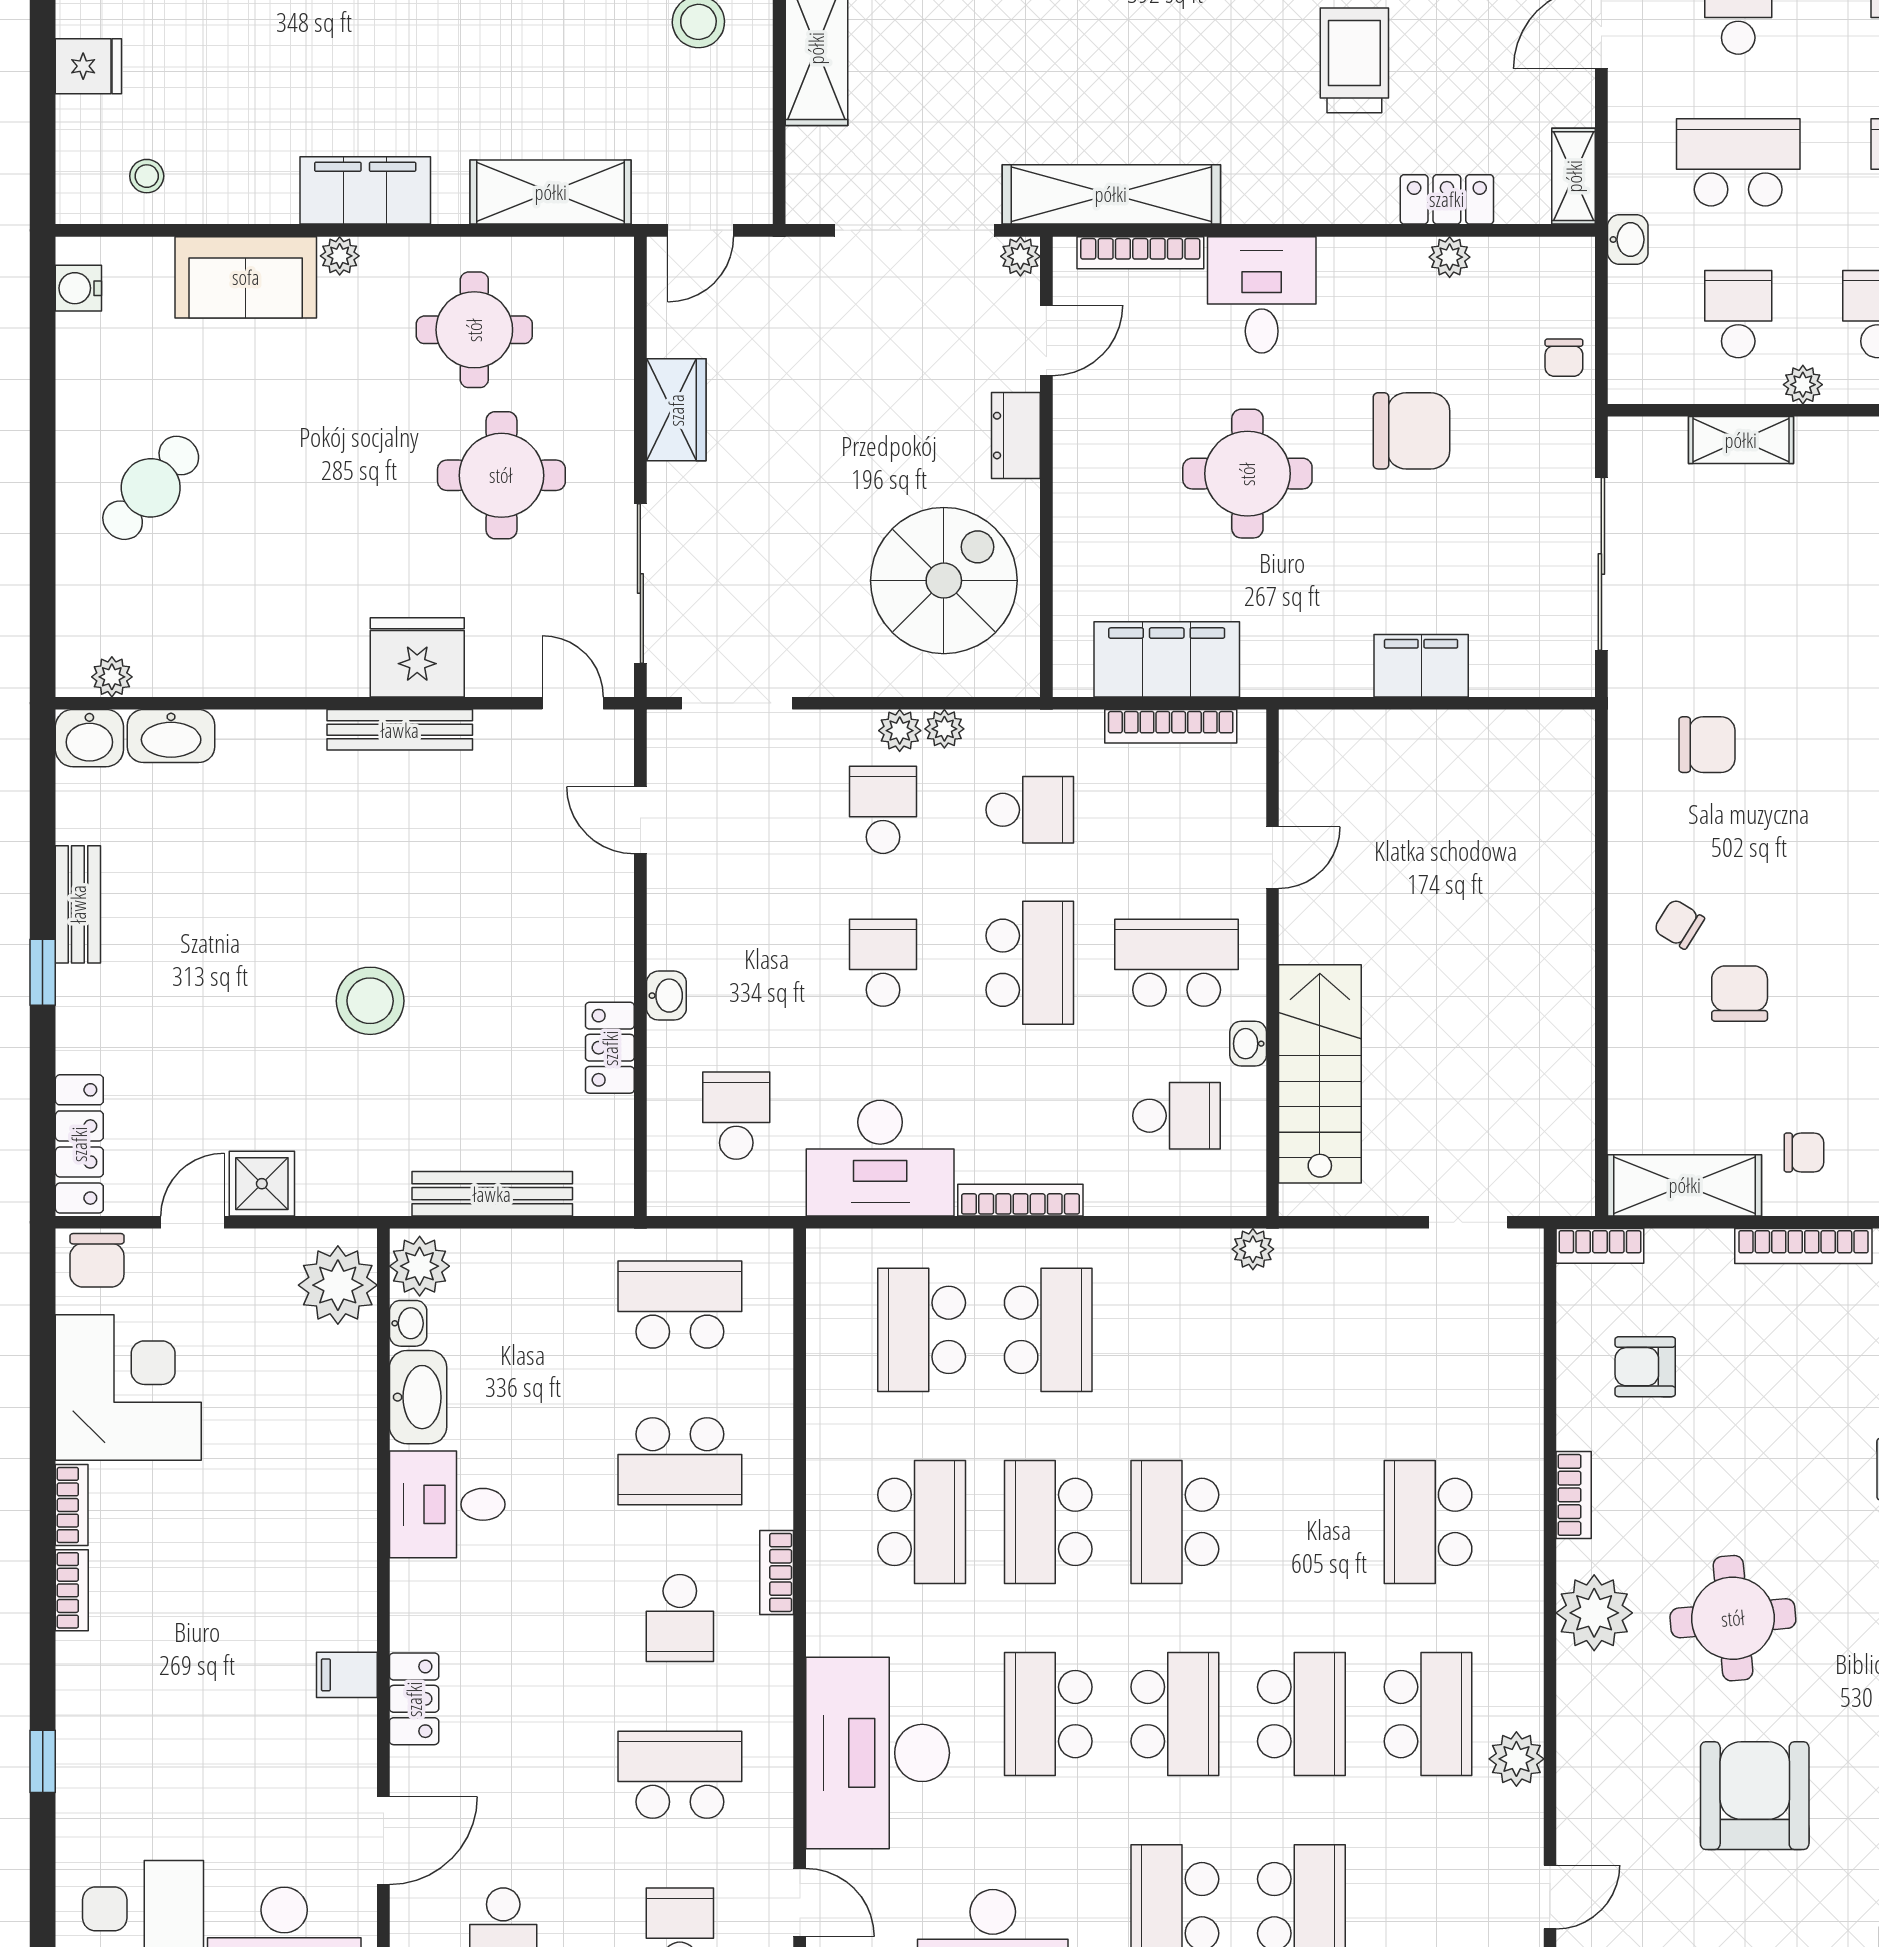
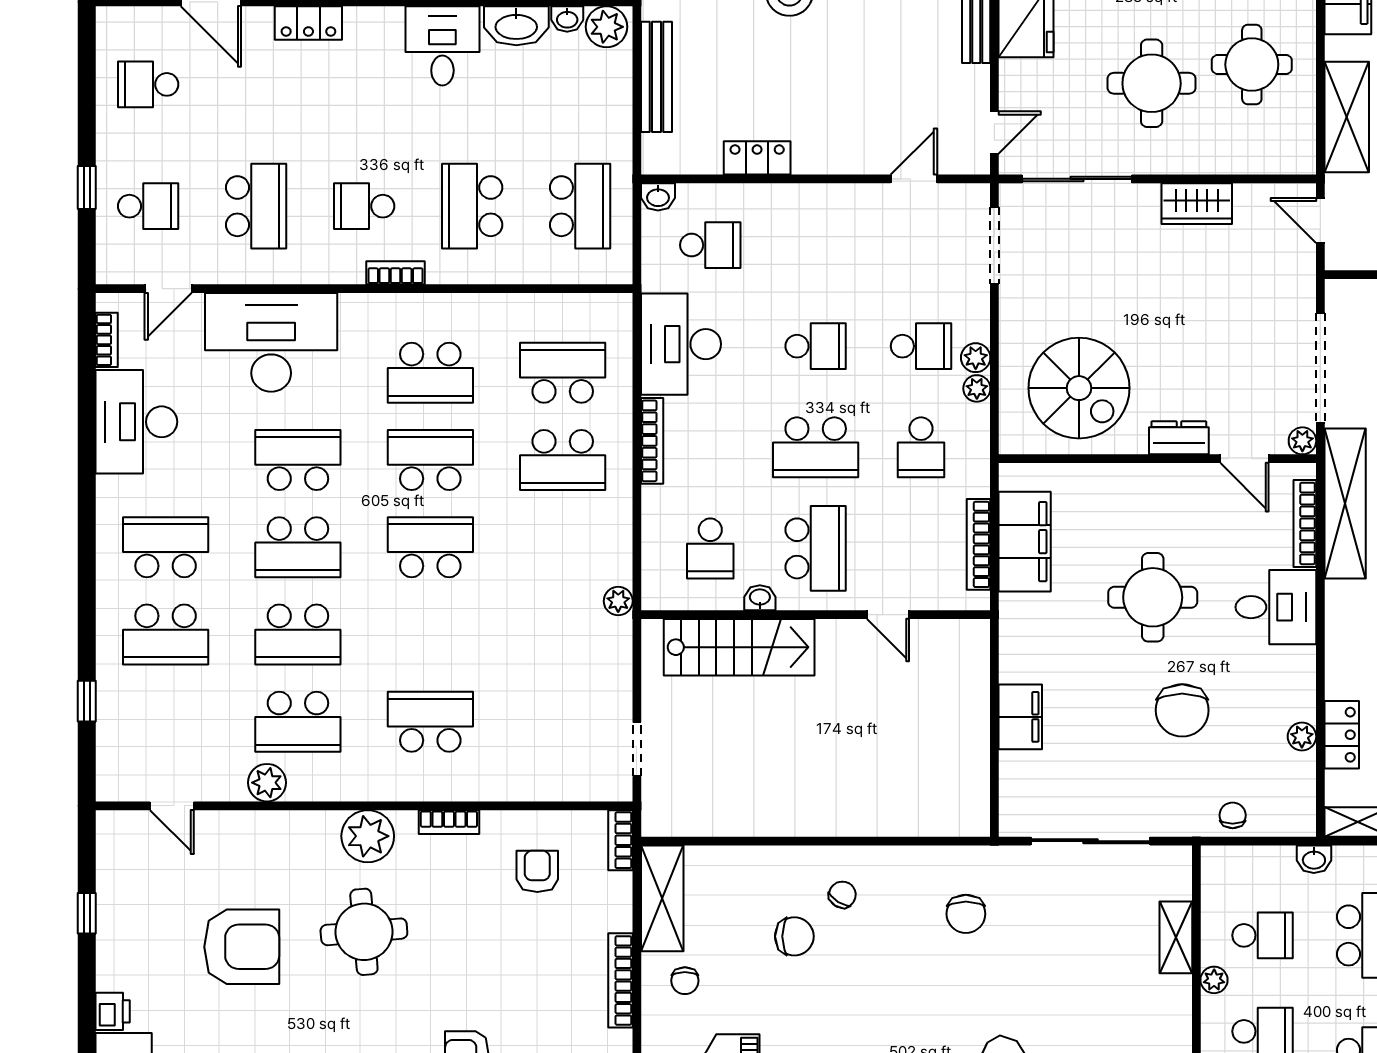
chair: (1564, 358) -> (1233, 815), turned 90
washbasin: (666, 996) -> (658, 197), moved

